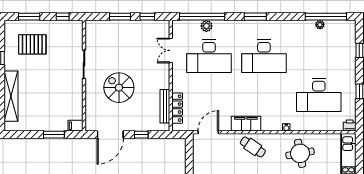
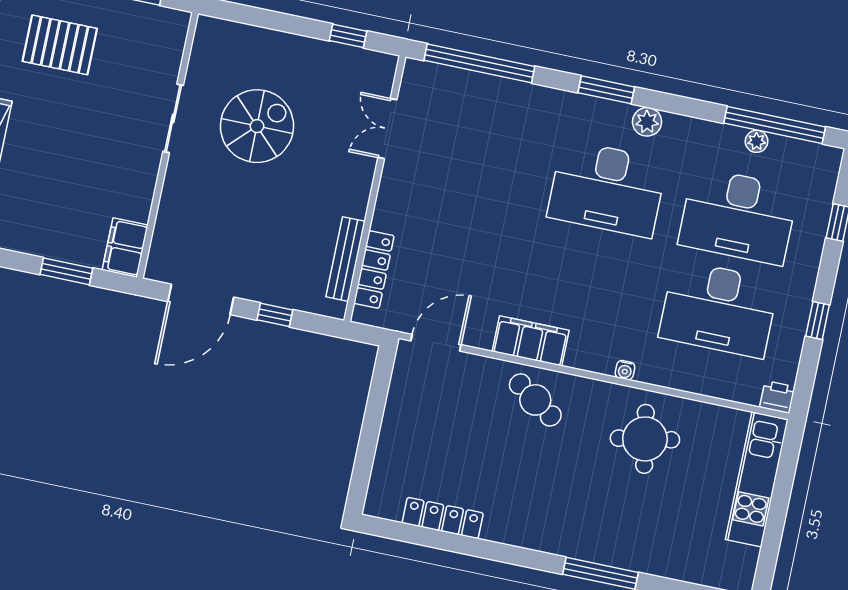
window: (120, 17) -> (283, 22), removed
plant: (206, 26) -> (647, 122), moved
desk: (209, 56) -> (738, 216), moved
spiral stairs: (119, 88) -> (257, 126), moved, turned 90
filing cabinet: (75, 126) -> (125, 248), width x2.00

